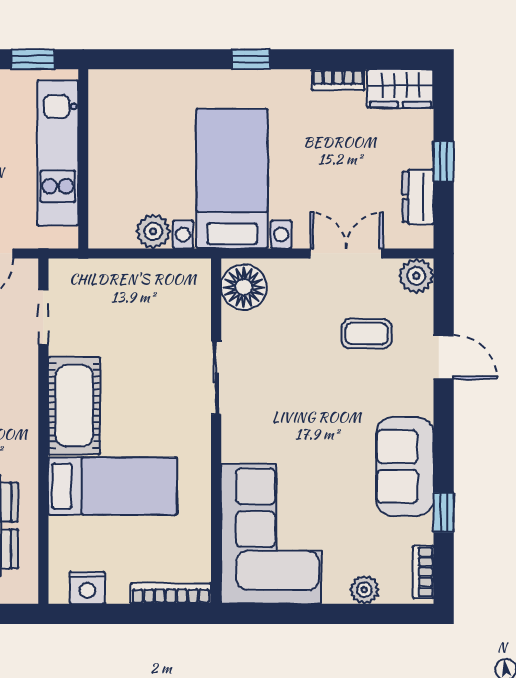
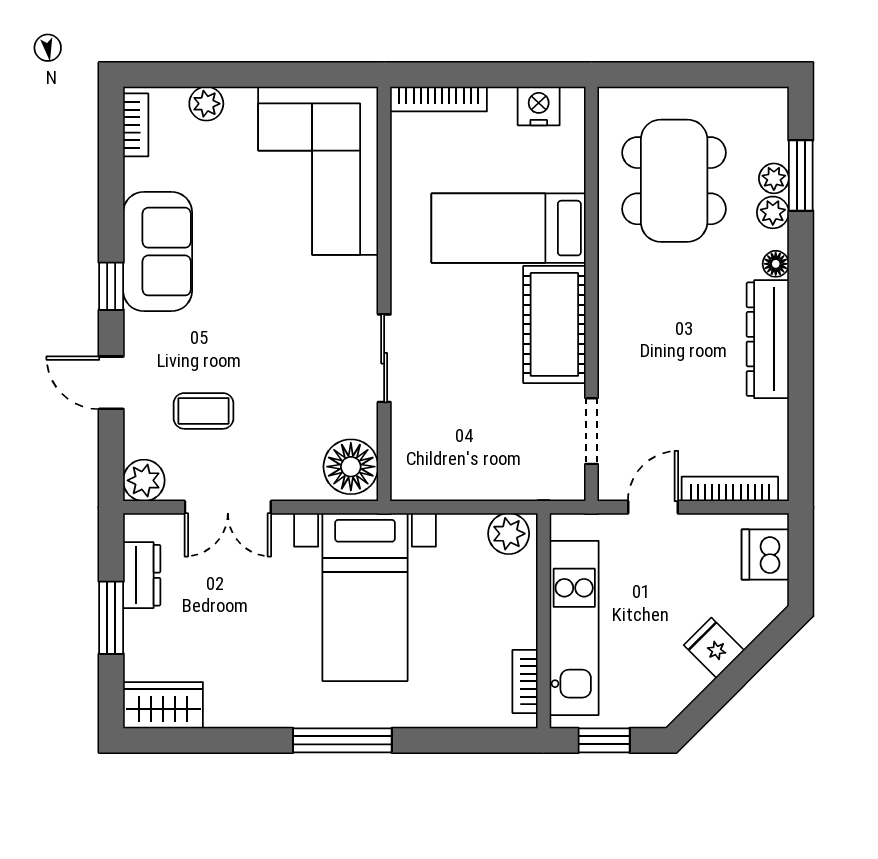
window: (251, 59) -> (342, 740), width x2.17
bookcase: (338, 80) -> (525, 681), moved, turned -90
window: (444, 161) -> (111, 618), width x1.50
plant: (153, 231) -> (509, 534), moved
window: (444, 512) -> (111, 286), moved

